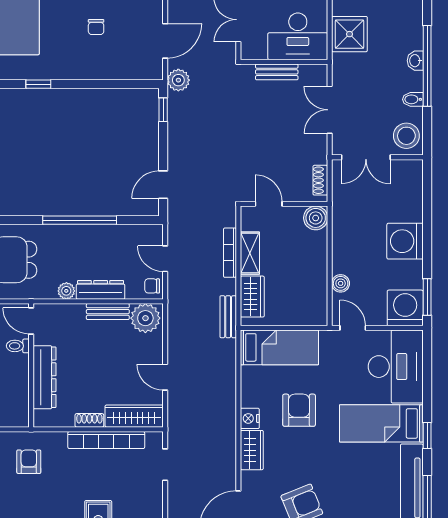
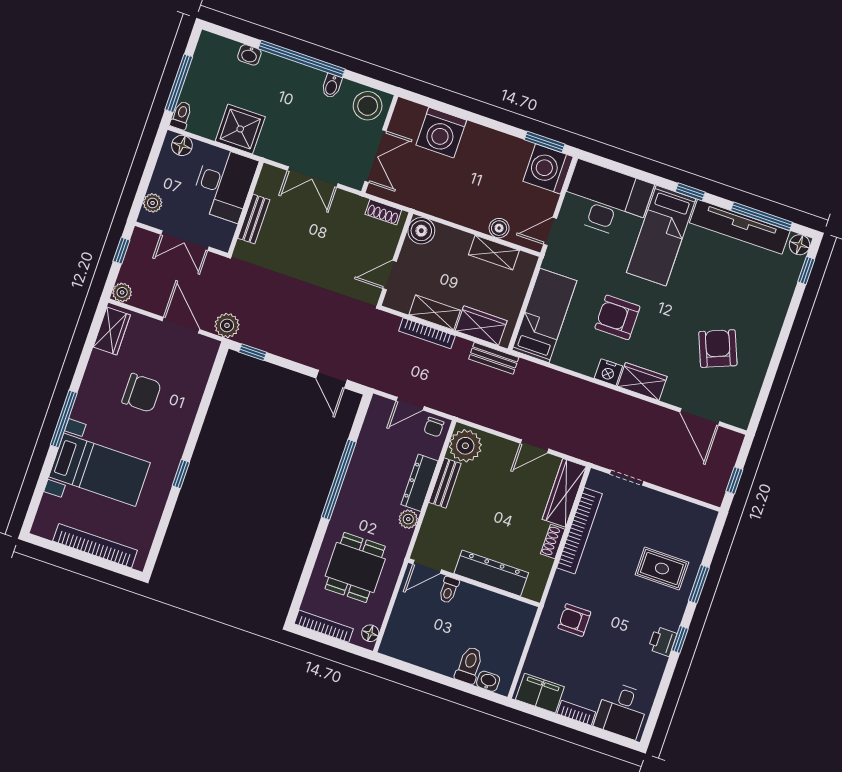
chair: (96, 27) -> (142, 393), width x1.87, depth x1.87
washbasin: (415, 61) -> (249, 55), moved
washing machine: (405, 241) -> (441, 133), moved
shelving: (318, 286) -> (494, 253), added

